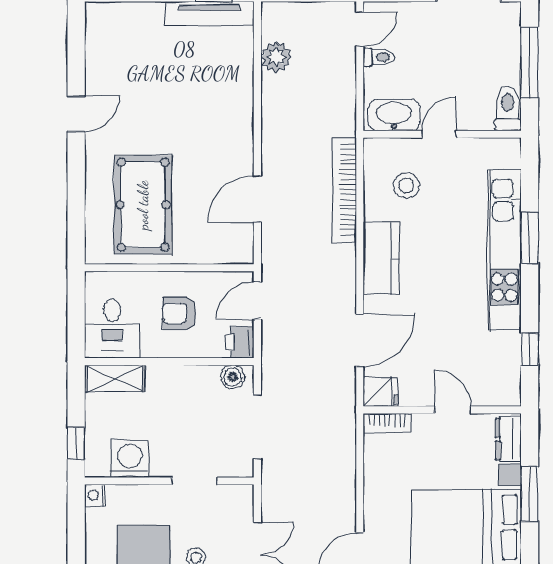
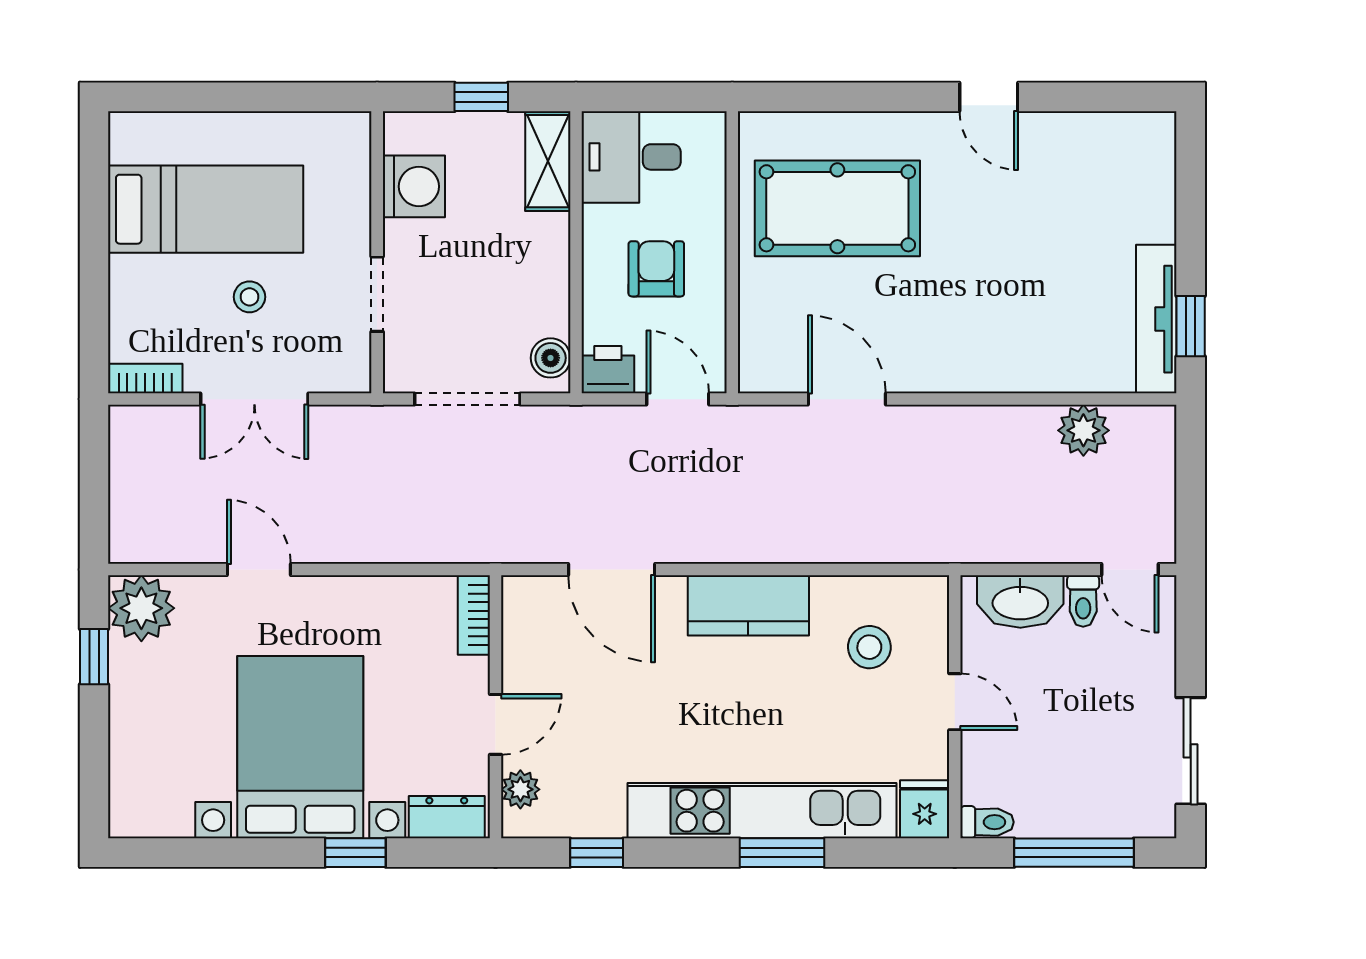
toilet: (508, 109) -> (987, 822), width x0.73, depth x0.72
washbasin: (394, 115) -> (1020, 602), moved, turned 90
bookcase: (344, 190) -> (862, 544), removed
fridge: (381, 392) -> (925, 809), moved, turned 180
plant: (492, 395) -> (520, 789), added
window: (76, 443) -> (481, 97), moved
window: (530, 494) -> (355, 853), width x0.67
nightstand: (95, 495) -> (353, 128), removed

